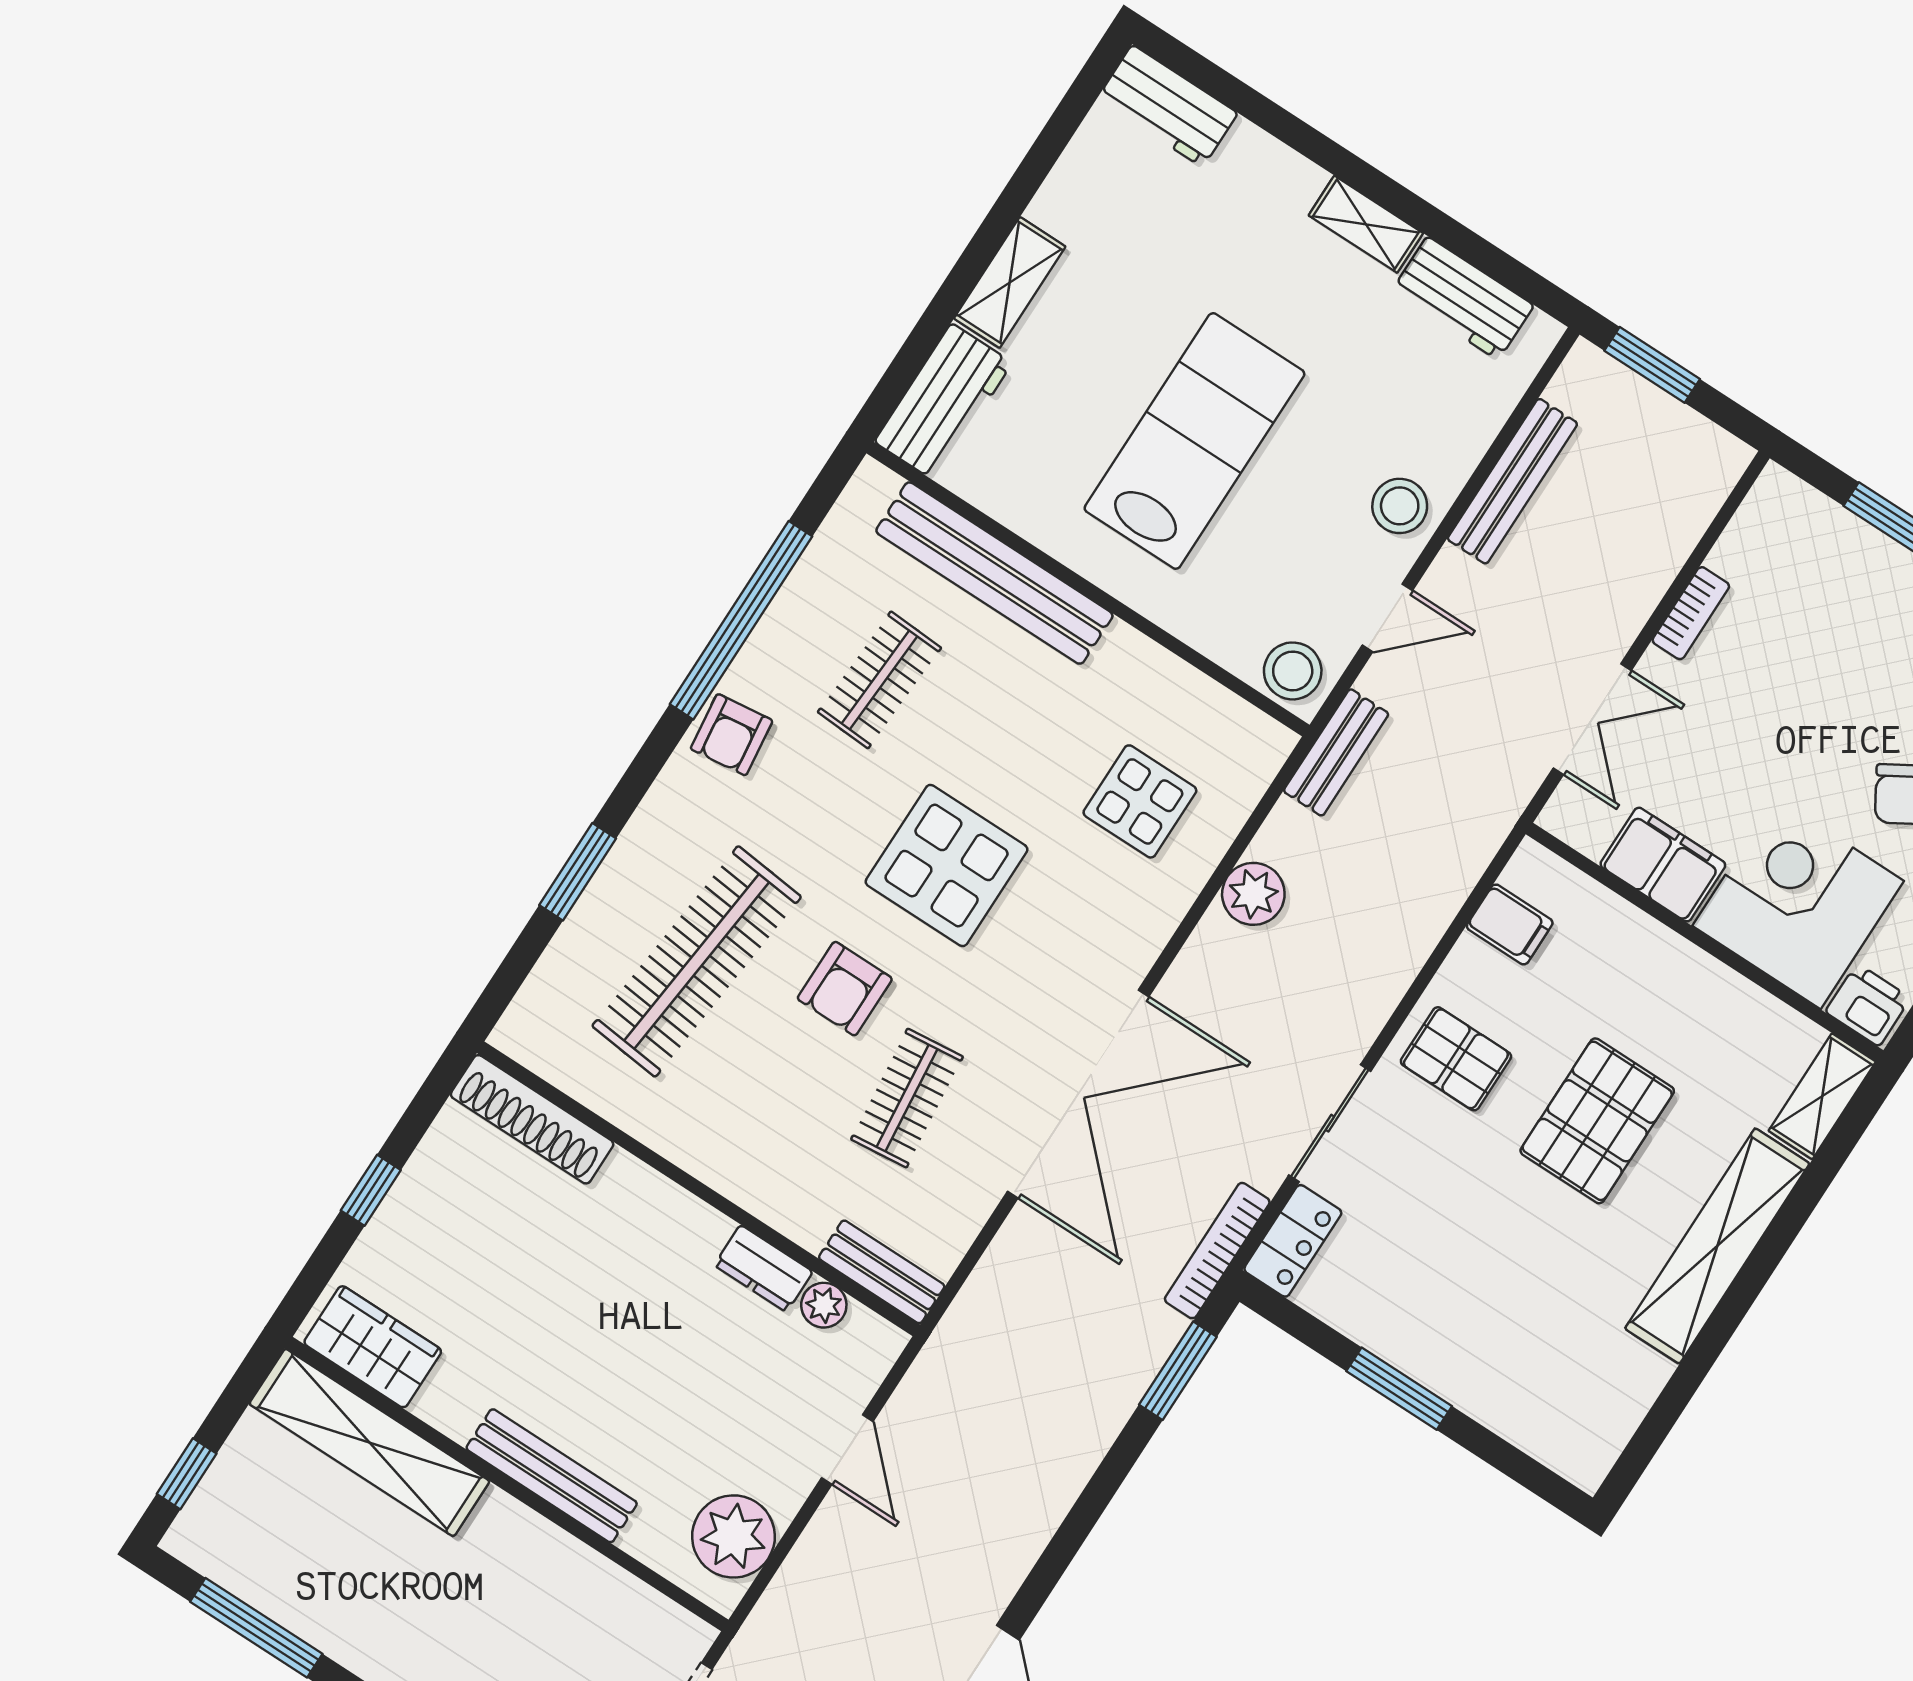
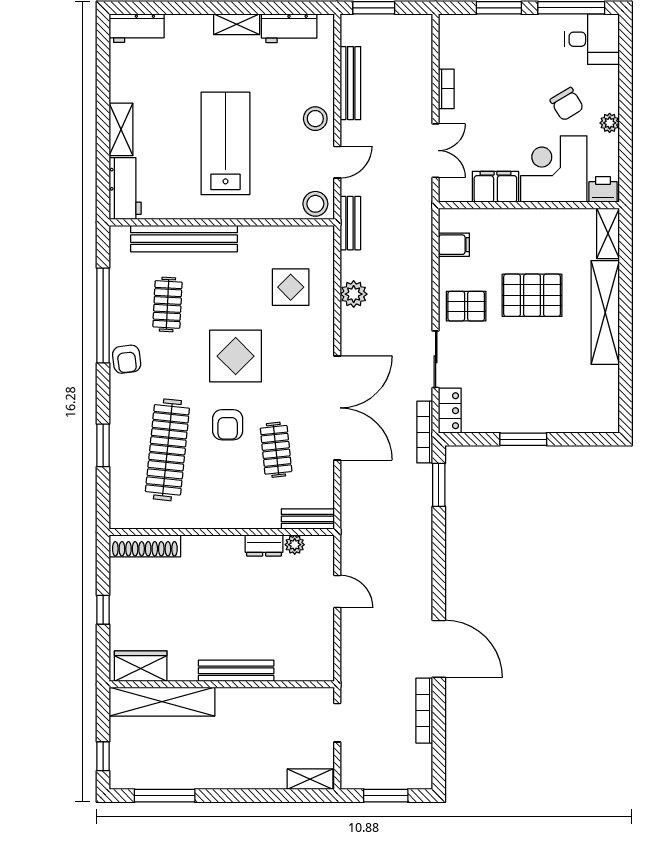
pallet: (1597, 1121) -> (532, 295), turned 90
plant: (733, 1536) -> (316, 650), removed

